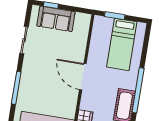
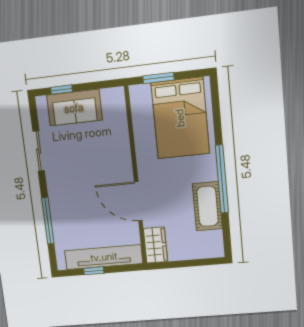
bed: (122, 44) -> (180, 118), width x1.50
door: (83, 77) -> (138, 201), moved

